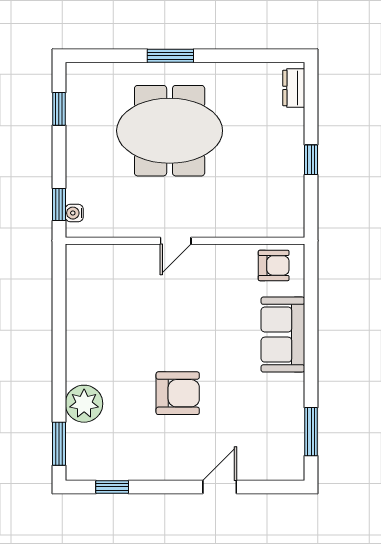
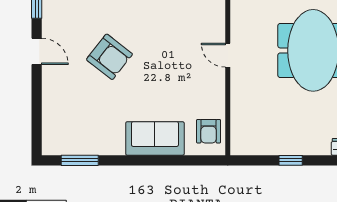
armchair: (178, 393) -> (109, 57), turned -52
door: (220, 487) -> (37, 51), moved

